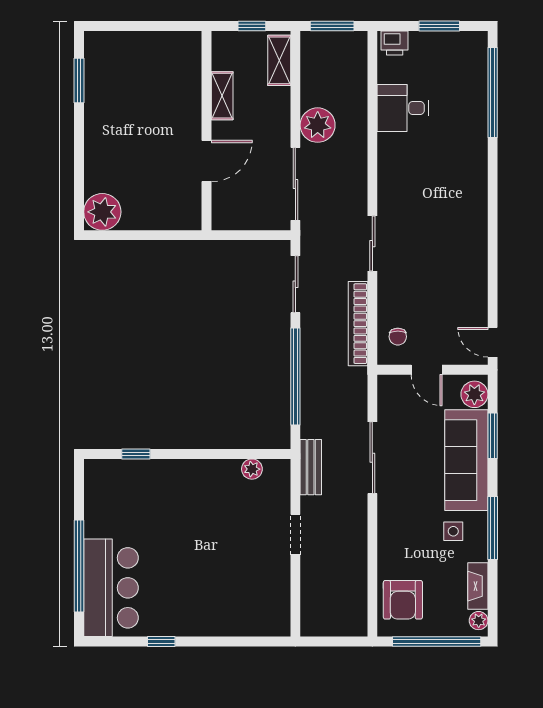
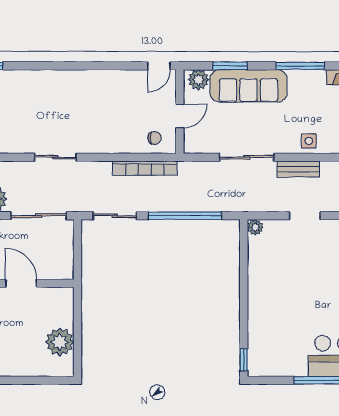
plant: (102, 212) -> (60, 342), moved
sliding door: (372, 244) -> (55, 157), moved
window: (136, 454) -> (244, 360), moved
bench: (311, 467) -> (298, 169), moved
plant: (252, 469) -> (255, 227), moved
side table: (453, 531) -> (309, 141), moved

